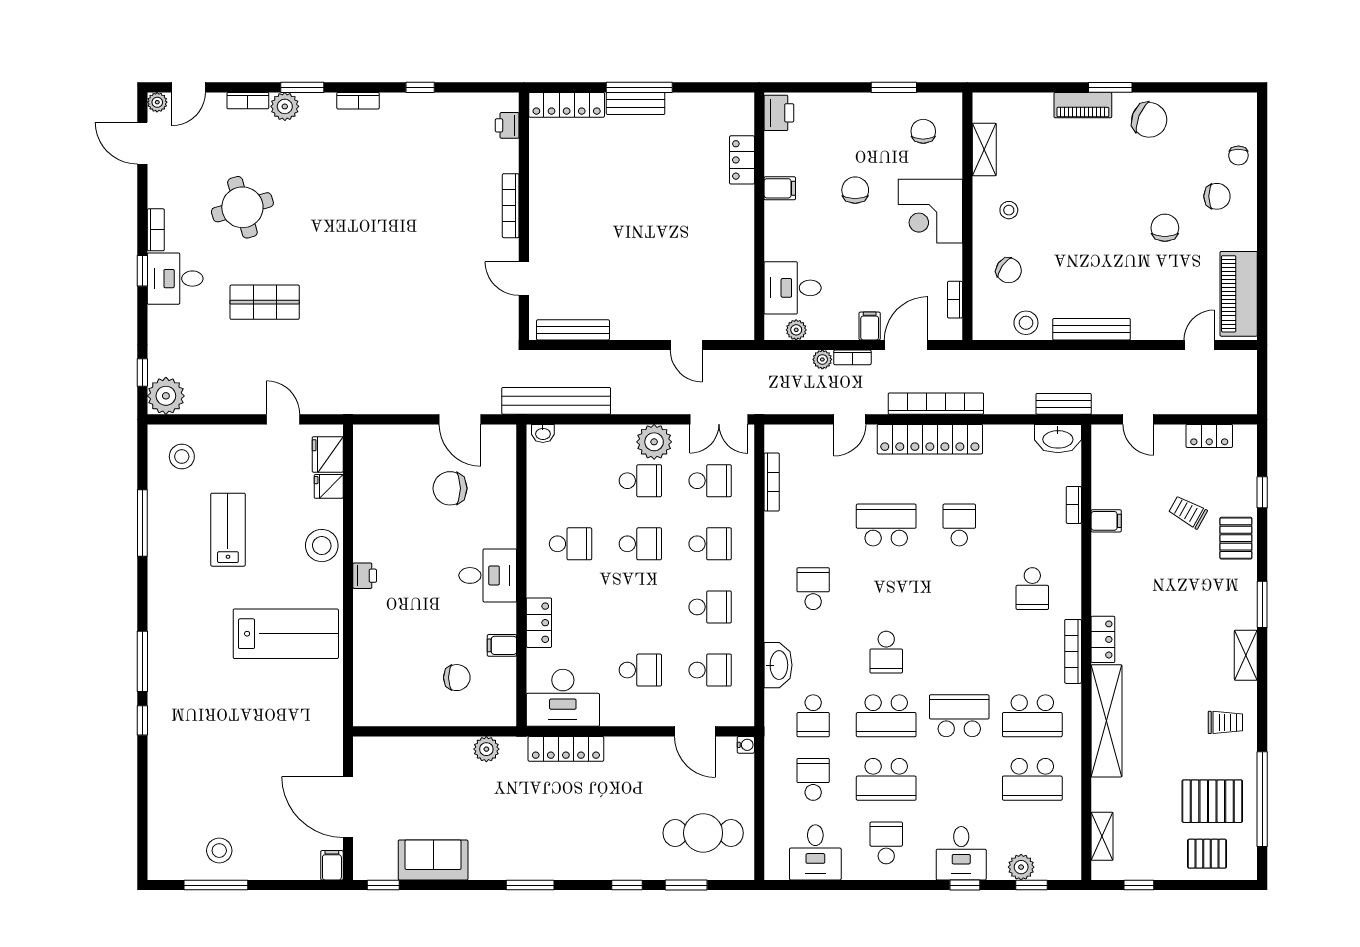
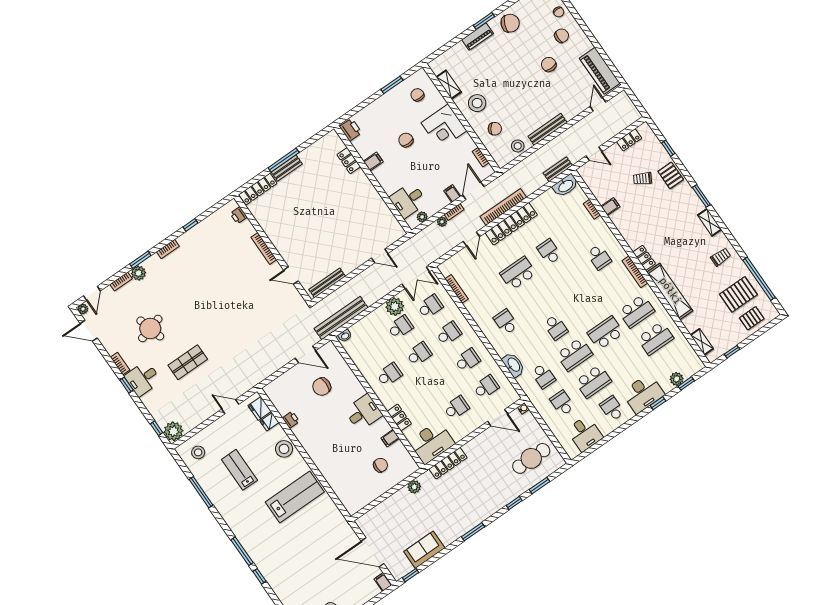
stool: (1009, 210) -> (477, 103), width x1.89, depth x1.89
printer: (365, 576) -> (291, 420), moved
desk: (961, 853) -> (643, 393), width x1.37

